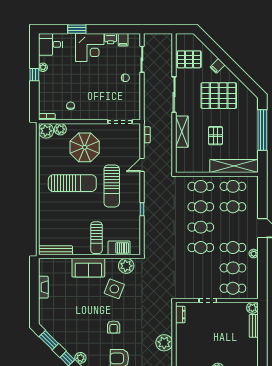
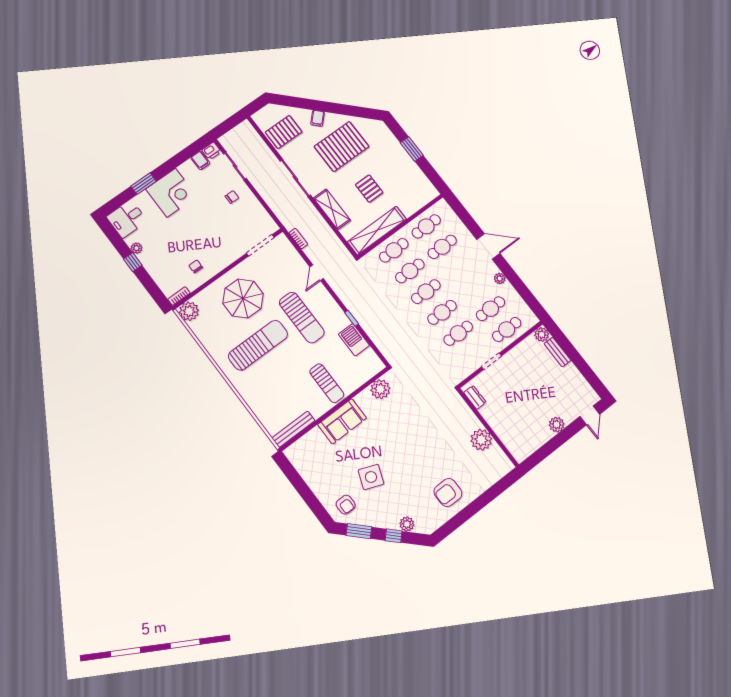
printer: (111, 39) -> (211, 151), moved
plant: (60, 129) -> (203, 299), removed
window: (262, 130) -> (412, 149), width x0.47
shelving: (234, 166) -> (377, 230), moved
barbecue: (119, 248) -> (354, 340), moved, turned -90
cafe table: (233, 248) -> (458, 333), moved
fireplace: (43, 287) -> (310, 479), removed
side table: (114, 289) -> (371, 477), moved
armchair: (114, 327) -> (346, 505), moved

